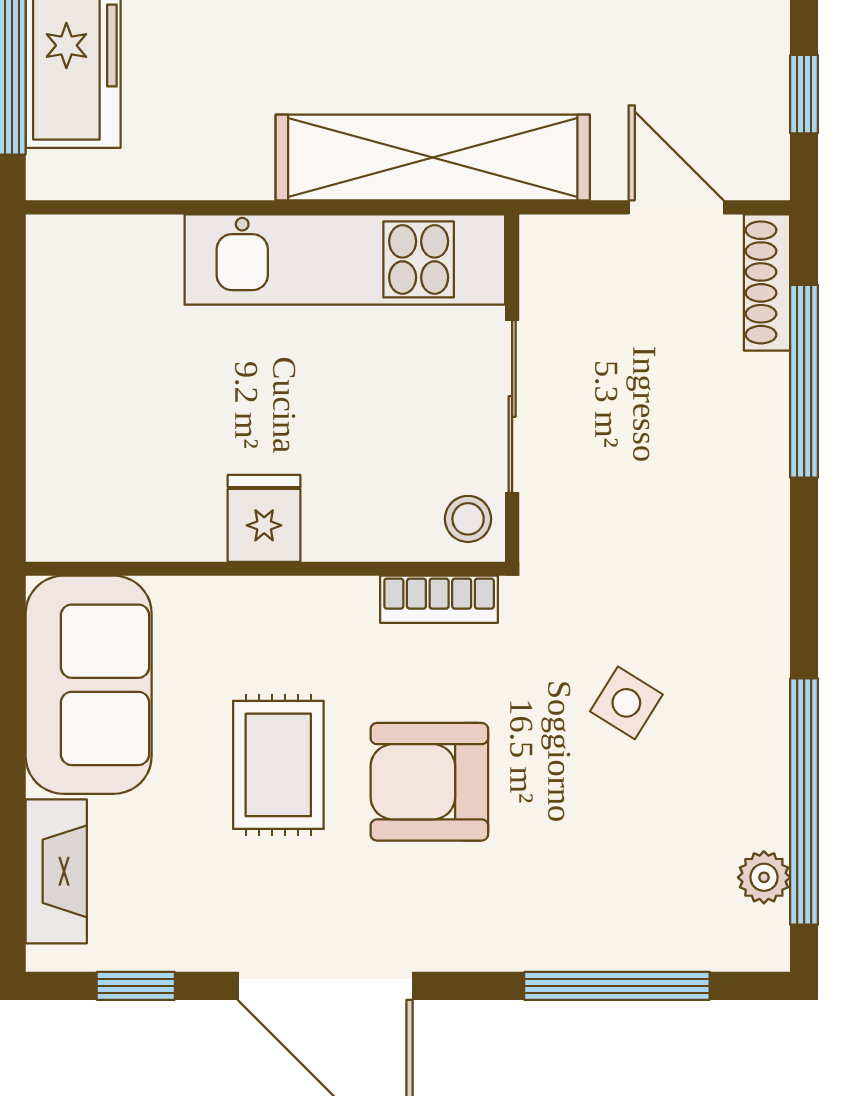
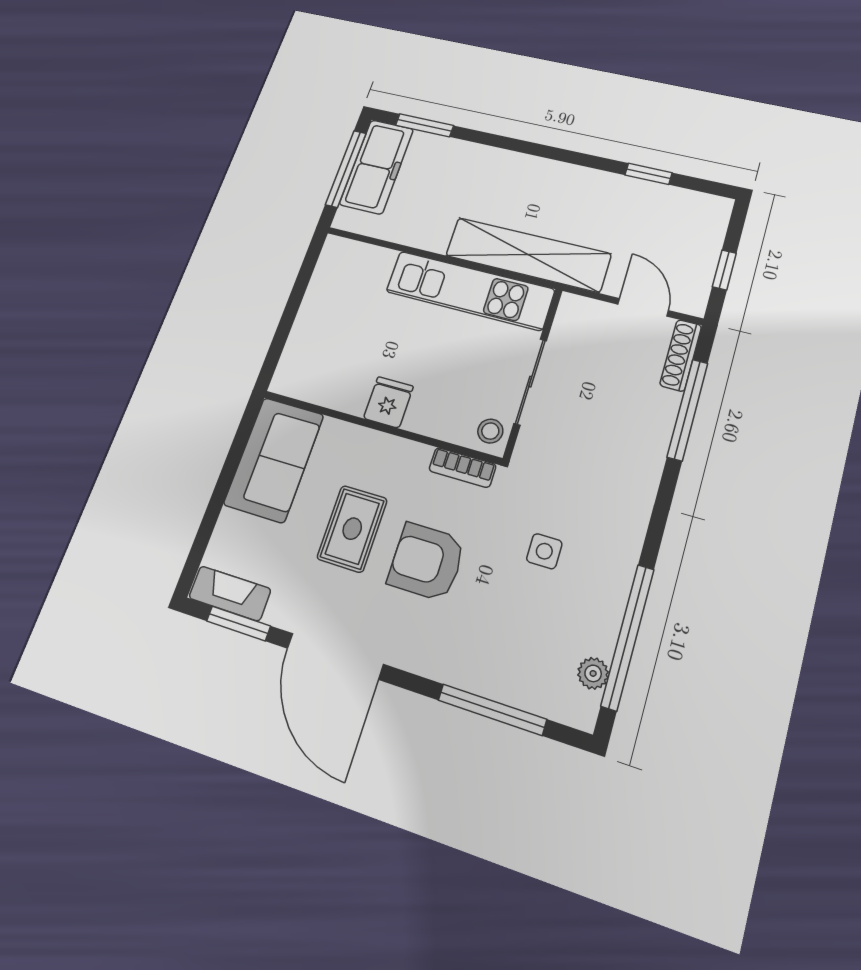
side table: (626, 703) -> (544, 551), turned -32
fireplace: (56, 871) -> (230, 593), moved, turned -90
window: (136, 986) -> (238, 623), width x1.50

